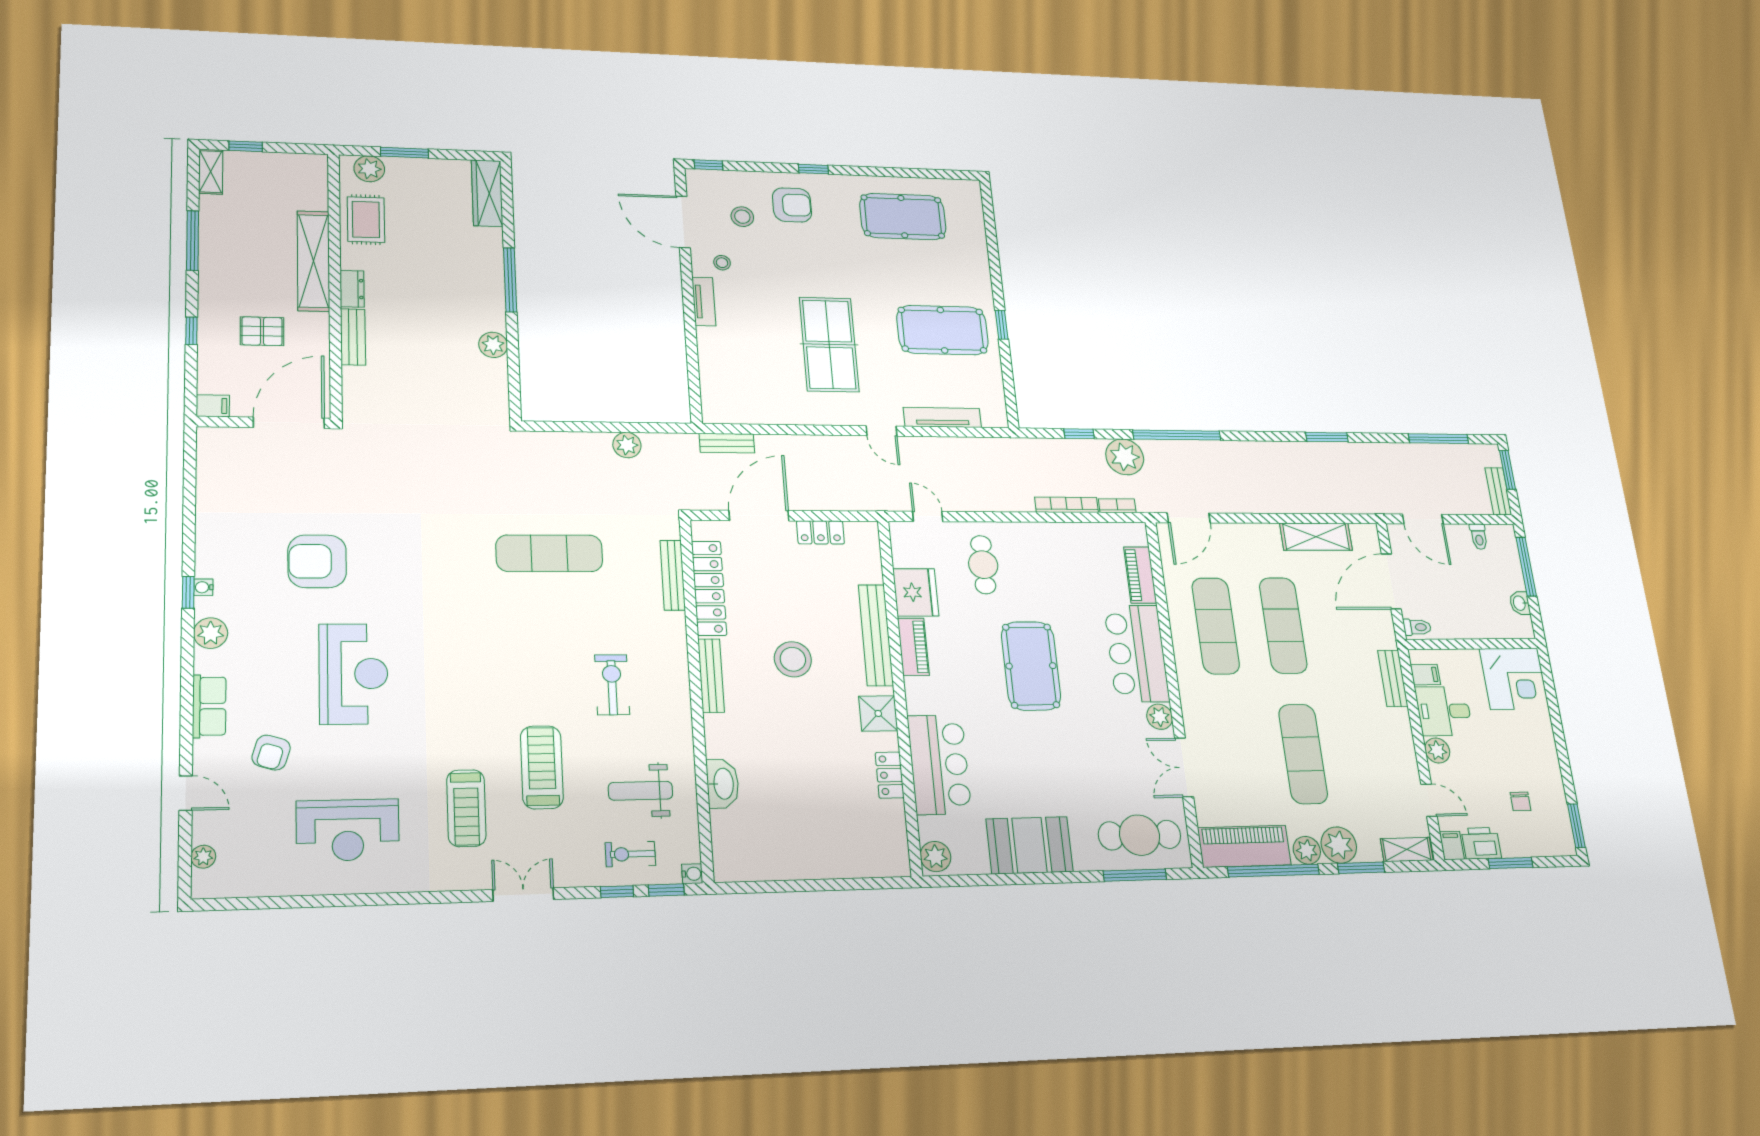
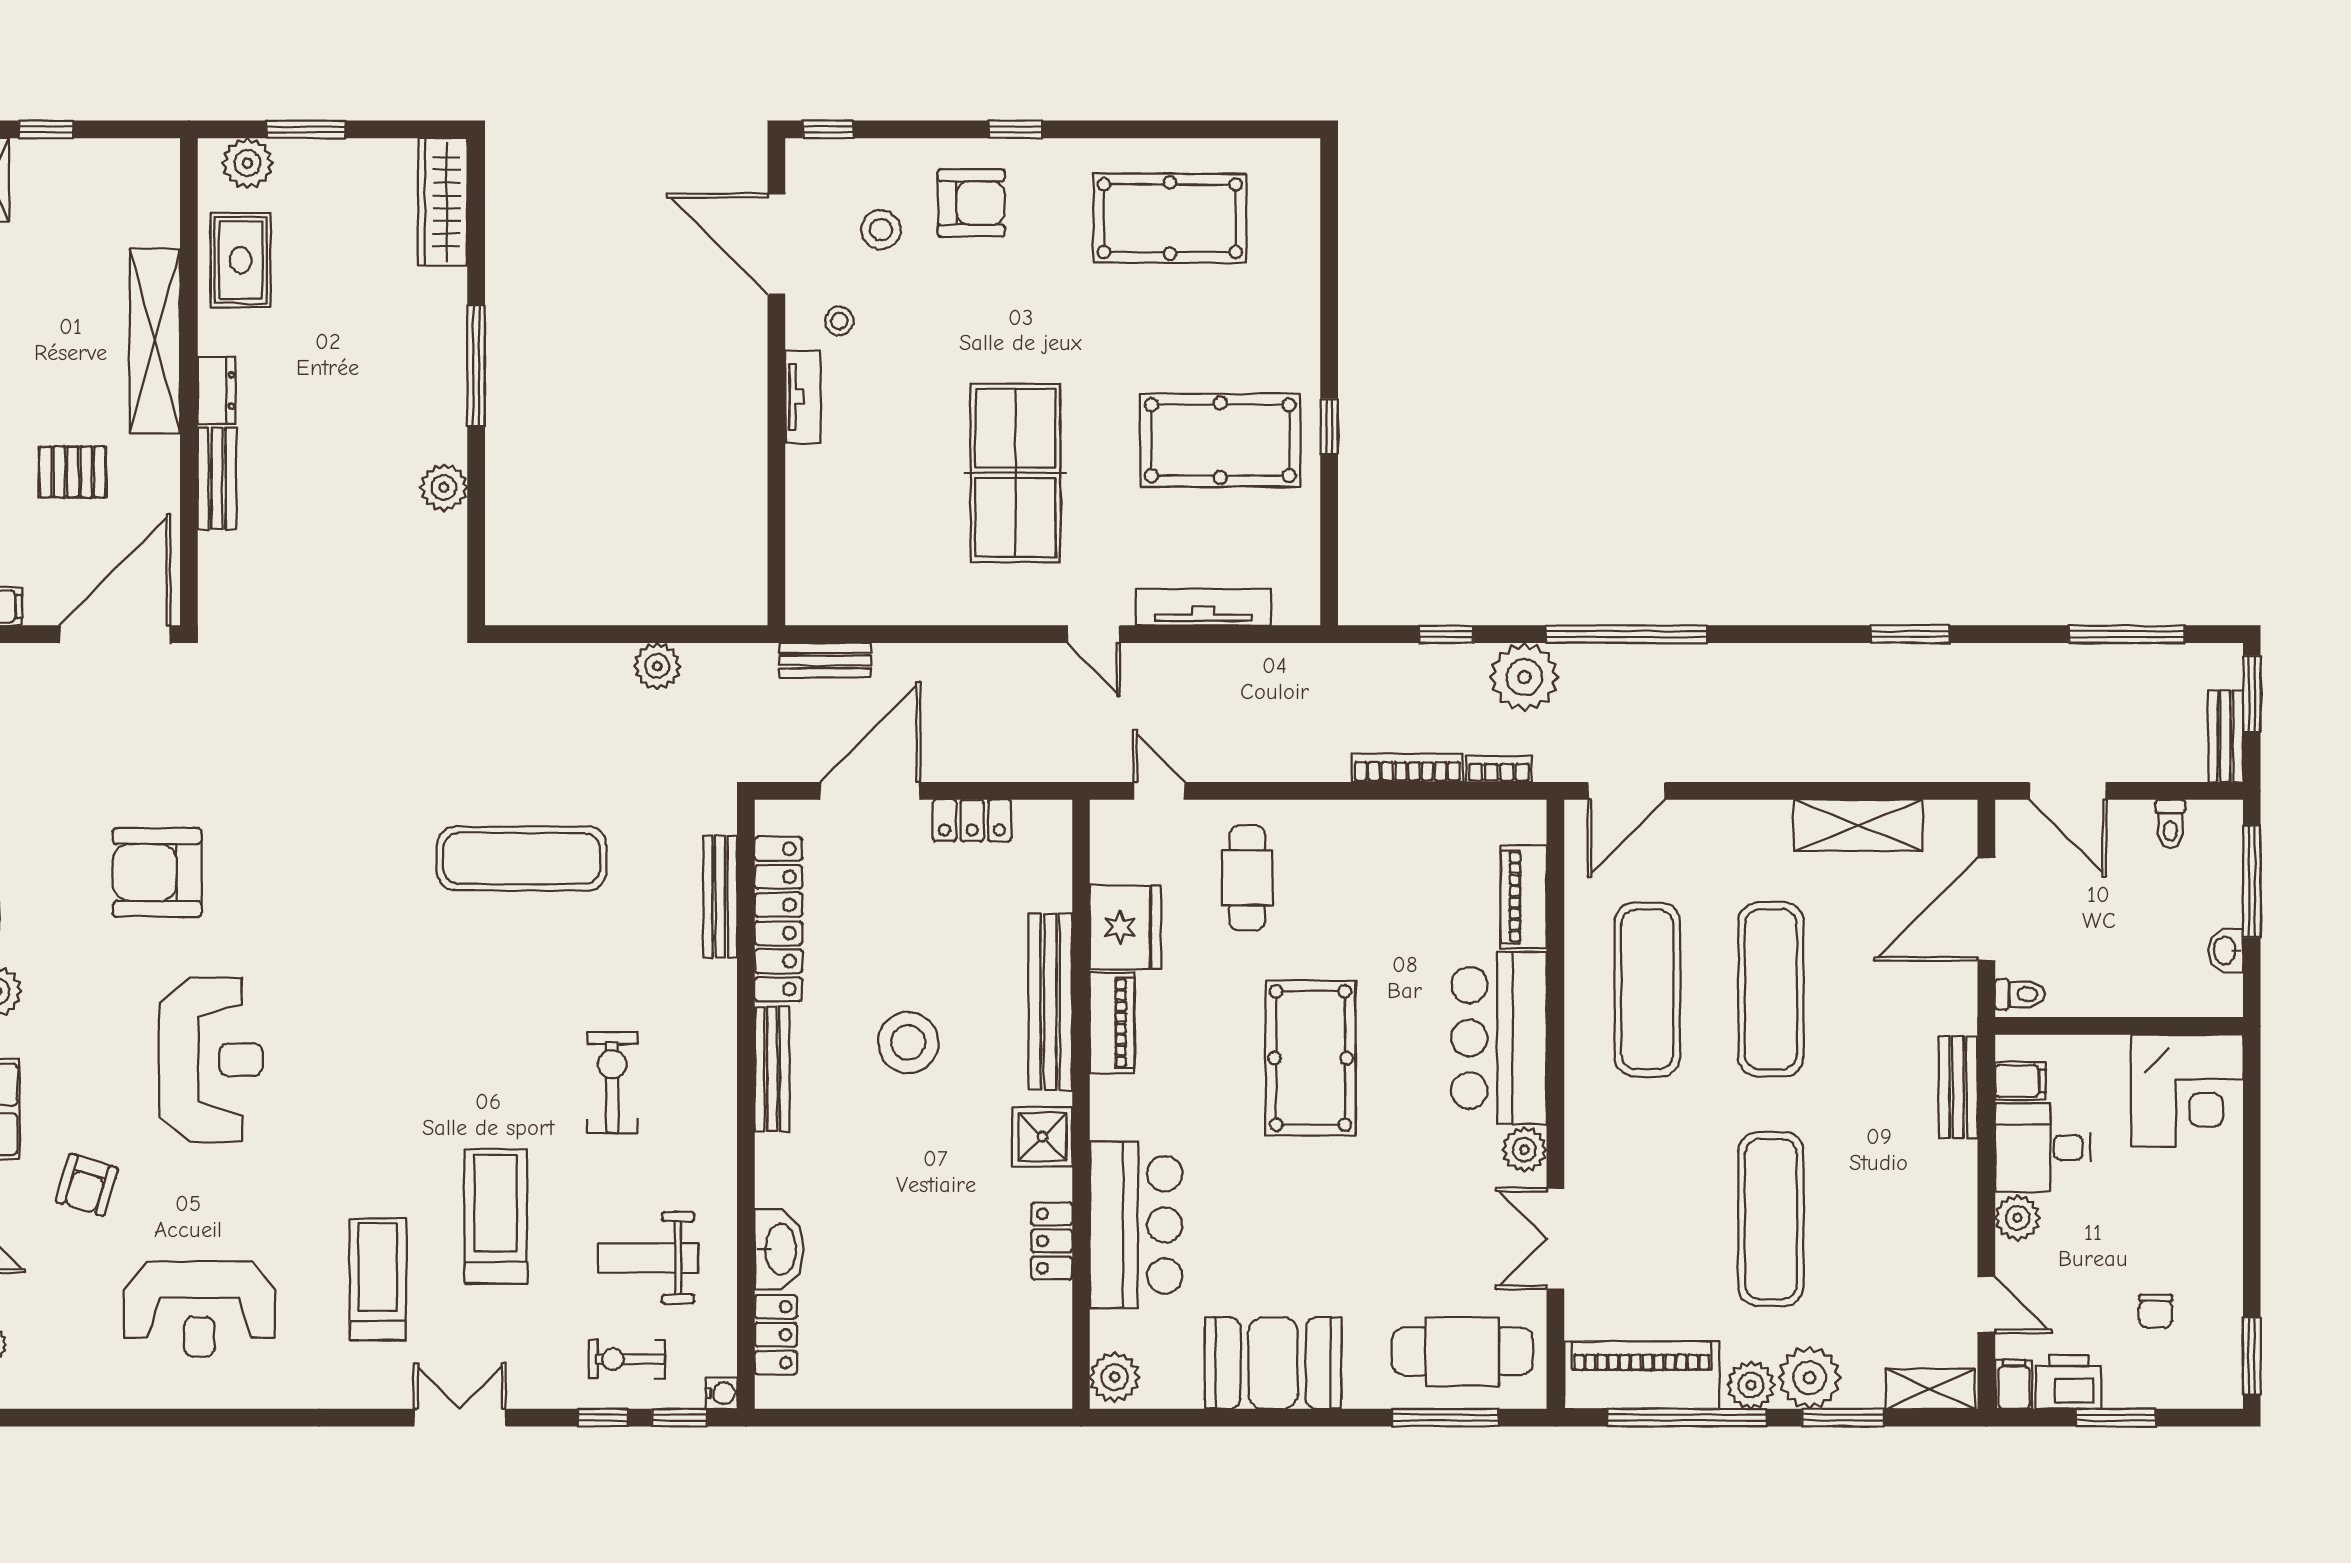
treadmill: (466, 808) -> (378, 1279), turned 180
locker: (724, 836) -> (776, 1335), added

